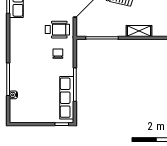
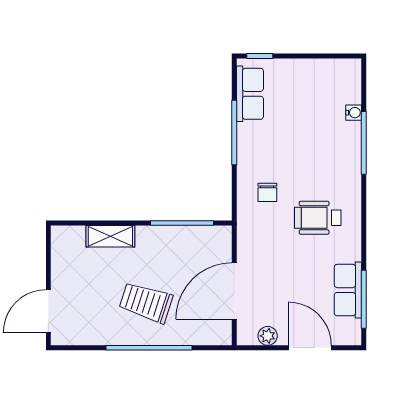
wheelchair: (57, 30) -> (318, 218), moved
row of seats: (67, 98) -> (250, 94), width x0.68

